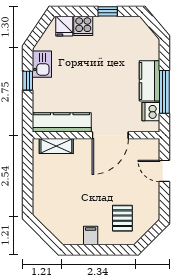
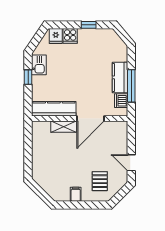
shelving: (56, 146) -> (64, 127), moved
door: (164, 171) -> (131, 163), moved

